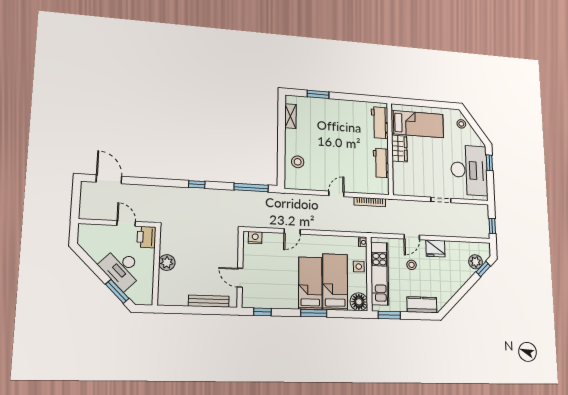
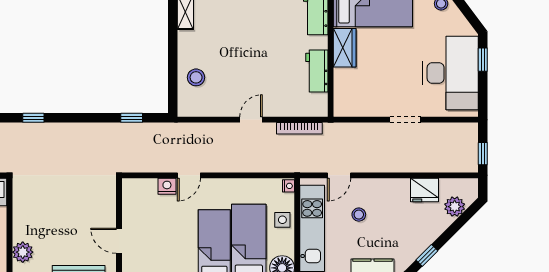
window: (197, 184) -> (33, 118), moved
window: (251, 188) -> (132, 118), width x0.46
door: (412, 237) -> (339, 175), moved
nightstand: (255, 238) -> (167, 186), moved
fridge: (435, 248) -> (424, 190), moved
plant: (167, 263) -> (23, 252), moved
window: (483, 269) -> (427, 255), moved

